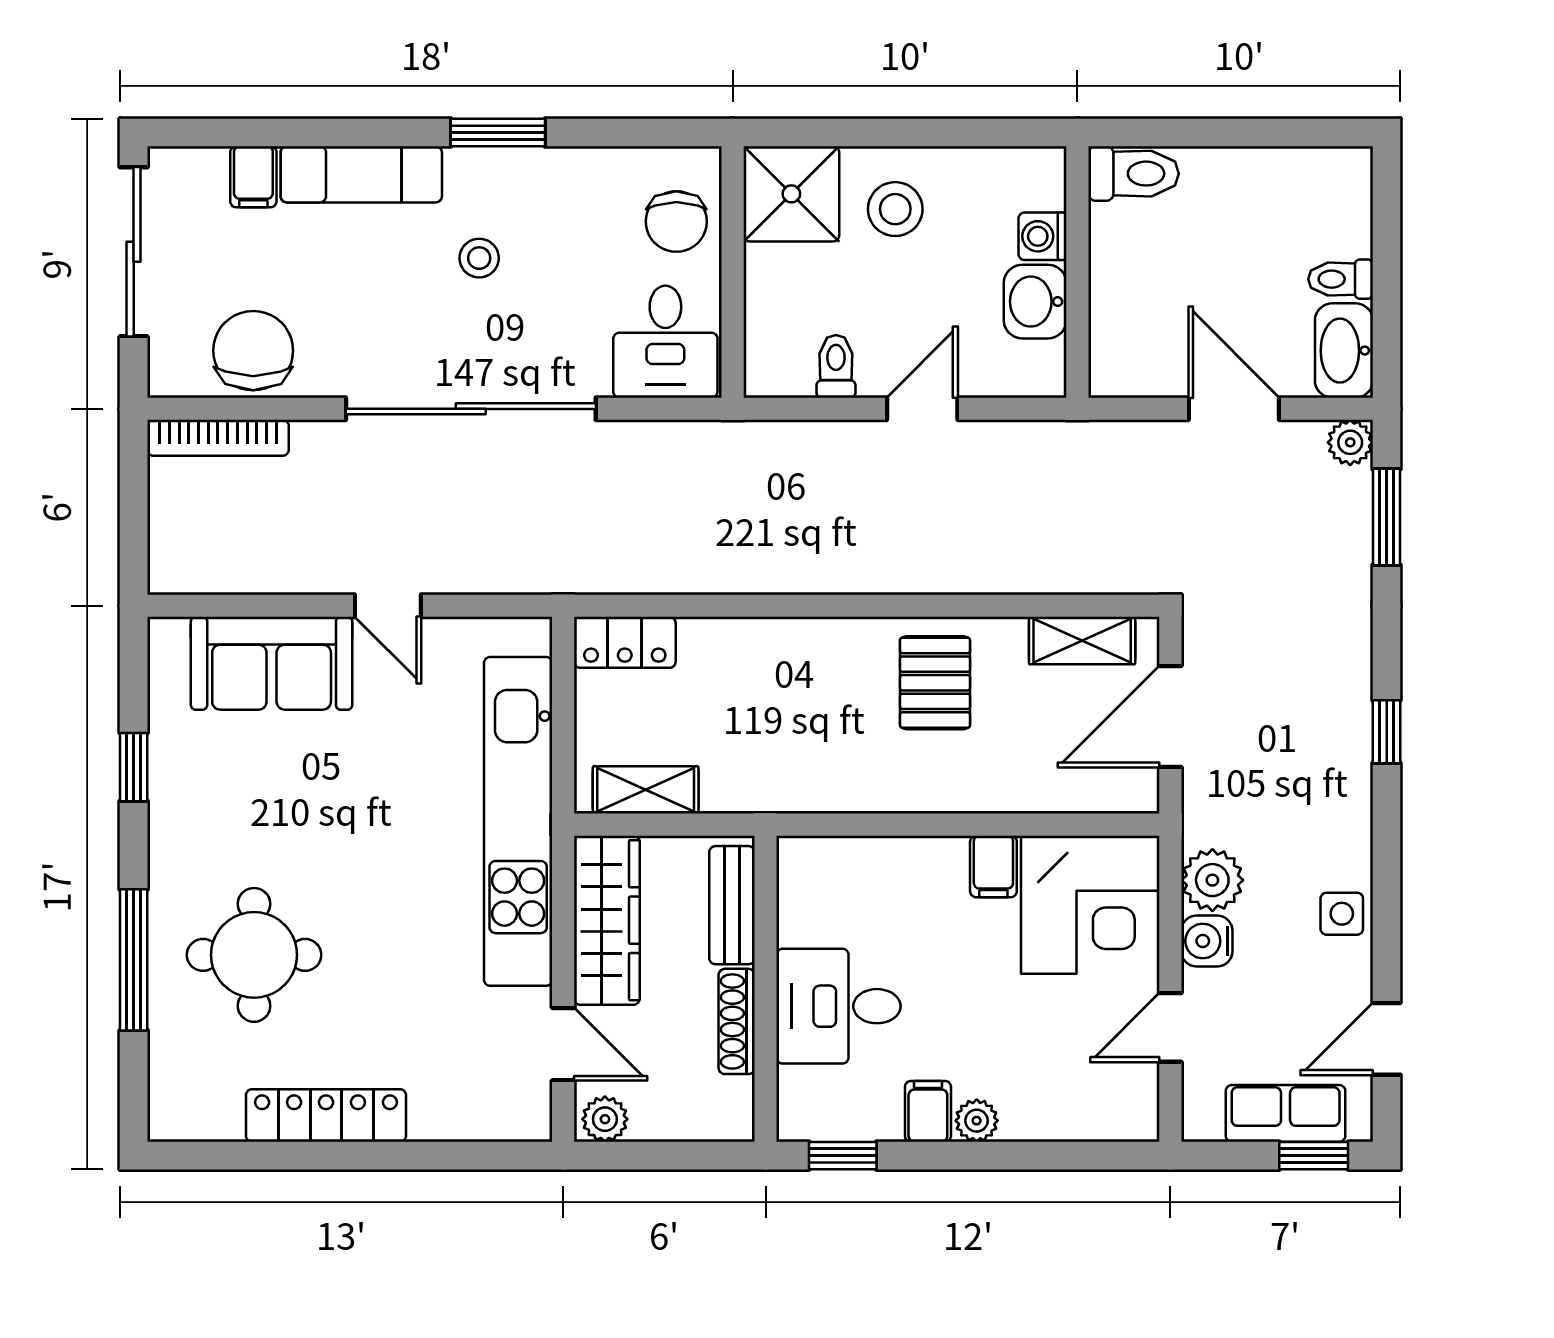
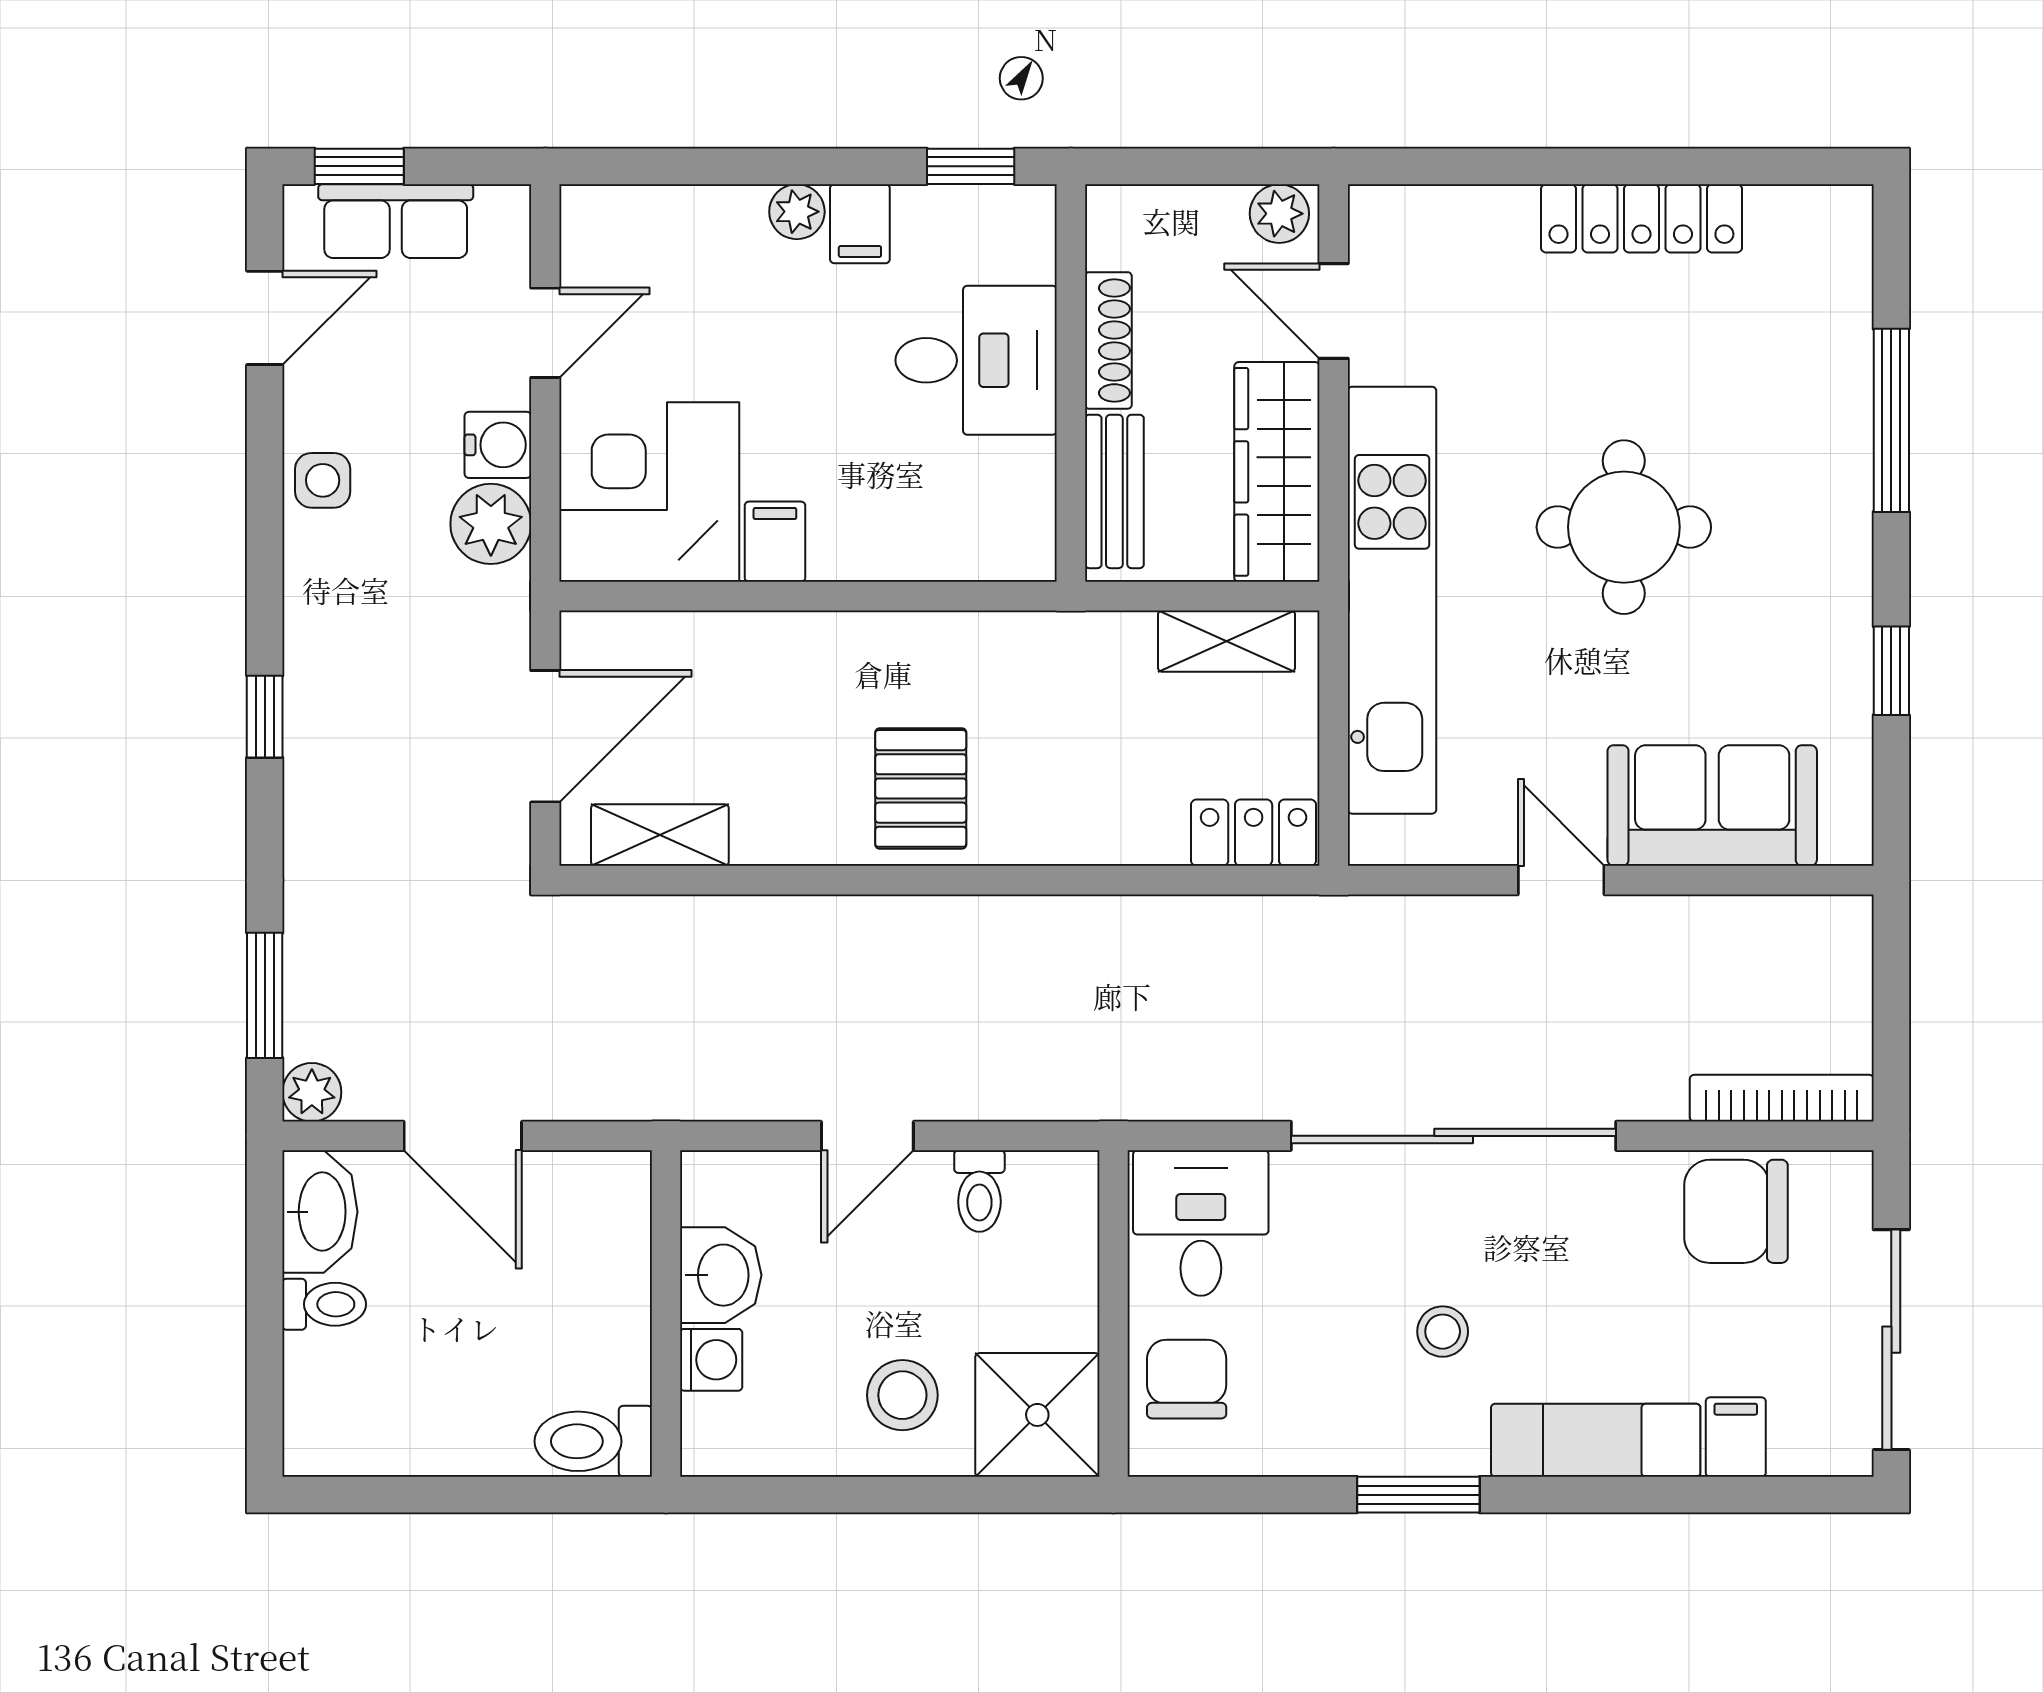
chair: (253, 351) -> (1736, 1211), turned 90
pallet: (935, 683) -> (921, 788), moved
round table: (254, 955) -> (1624, 527), moved

